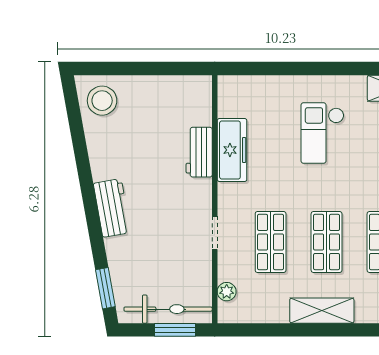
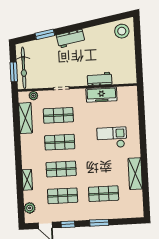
window: (105, 288) -> (45, 34), moved
shelving: (322, 311) -> (26, 118), moved

